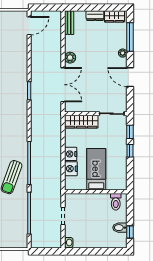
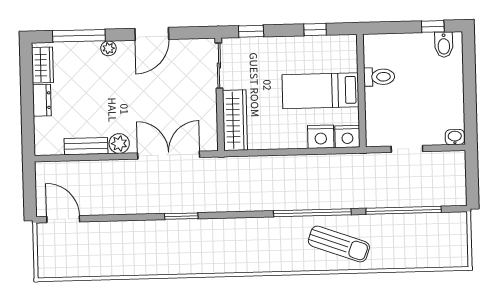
bench: (69, 23) -> (86, 146), moved
window: (130, 151) -> (315, 30), moved
nightstand: (71, 154) -> (347, 136), moved
toilet: (116, 202) -> (379, 77), moved
bidet: (120, 228) -> (444, 45), moved

